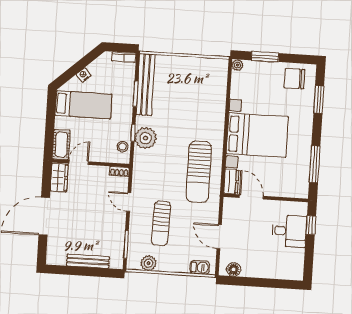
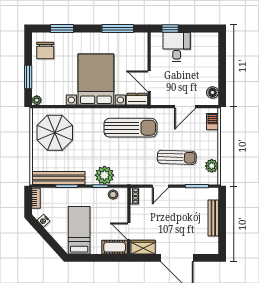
nightstand: (84, 75) -> (44, 221), moved
parasol: (198, 84) -> (55, 133), added
door: (251, 197) -> (149, 81), hinge flipped

